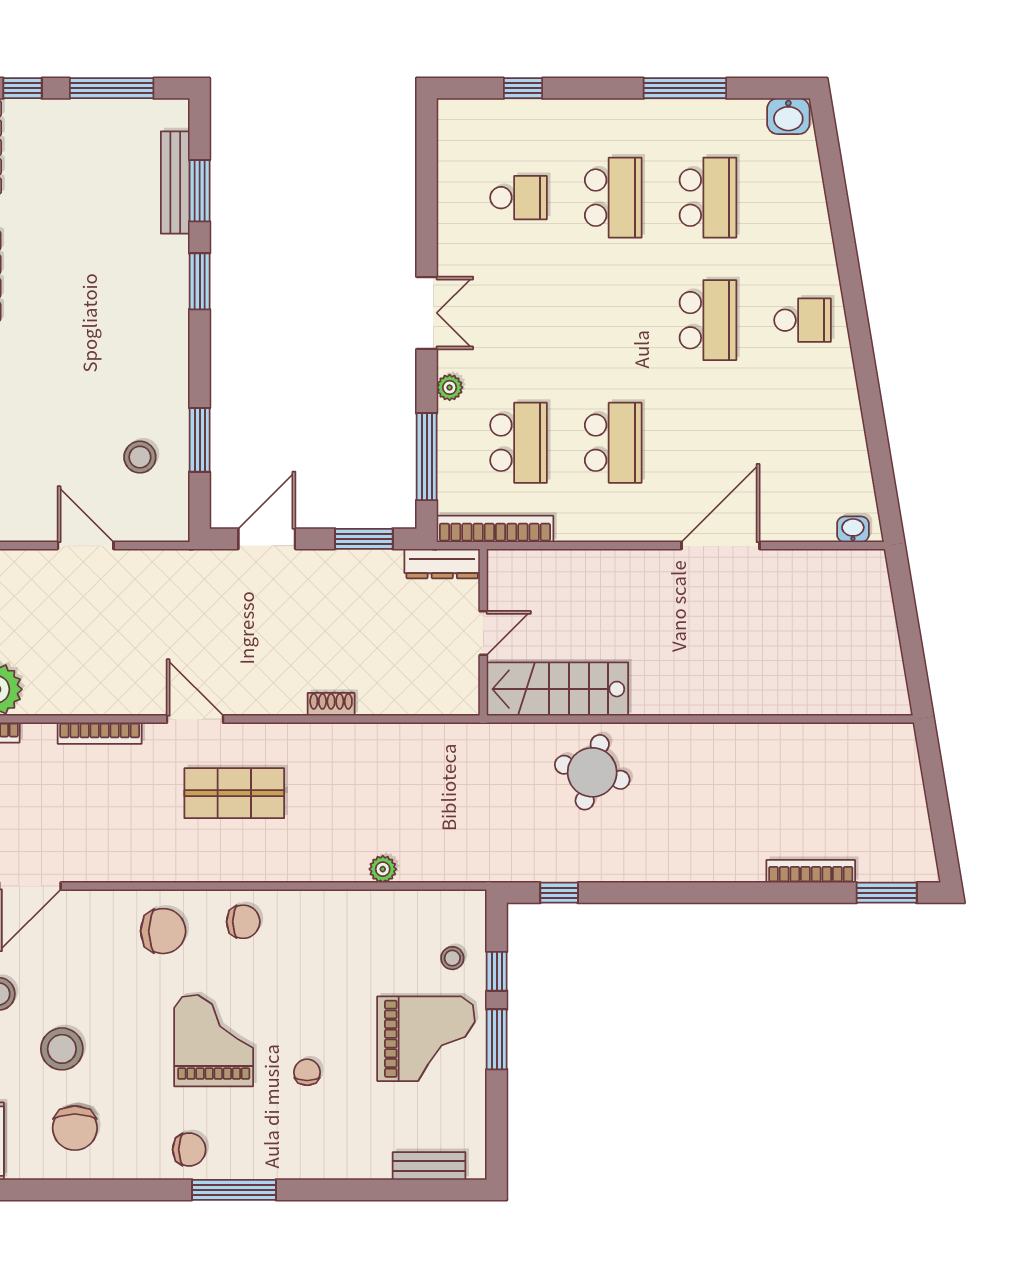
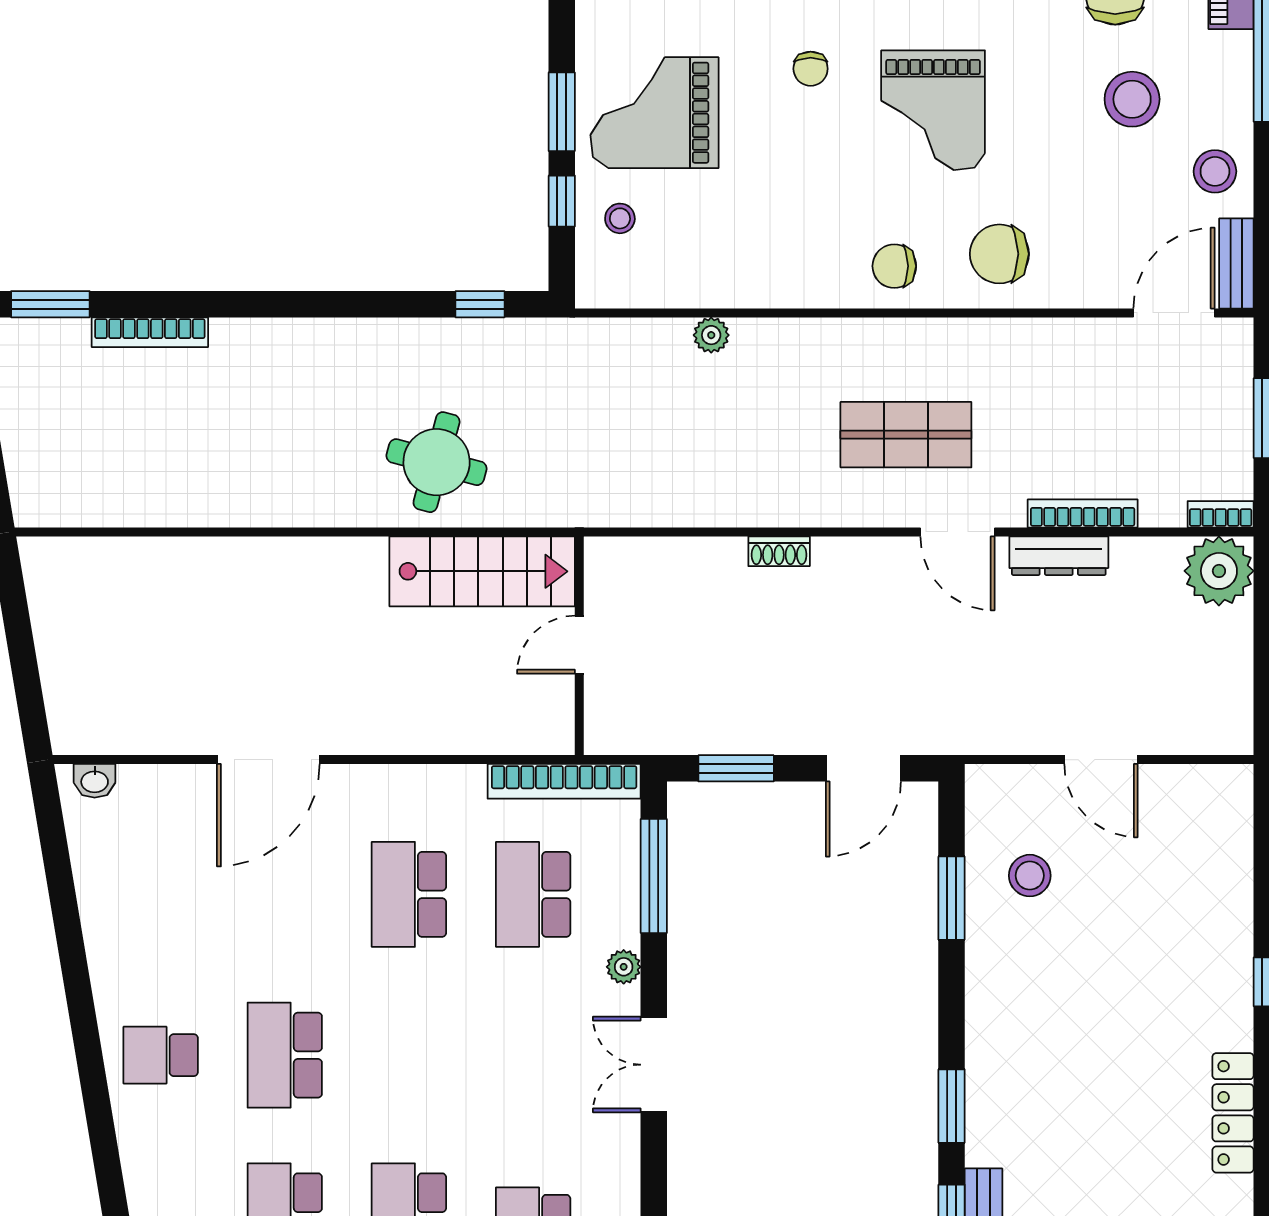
dresser: (442, 564) -> (1059, 556), moved, turned 180

